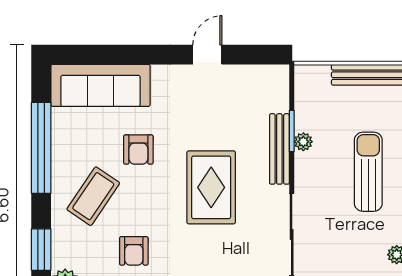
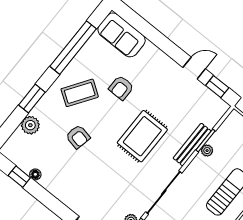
window: (253, 55) -> (217, 87), added
sofa: (101, 85) -> (122, 35), width x0.73
armchair: (134, 251) -> (78, 137), turned -78

